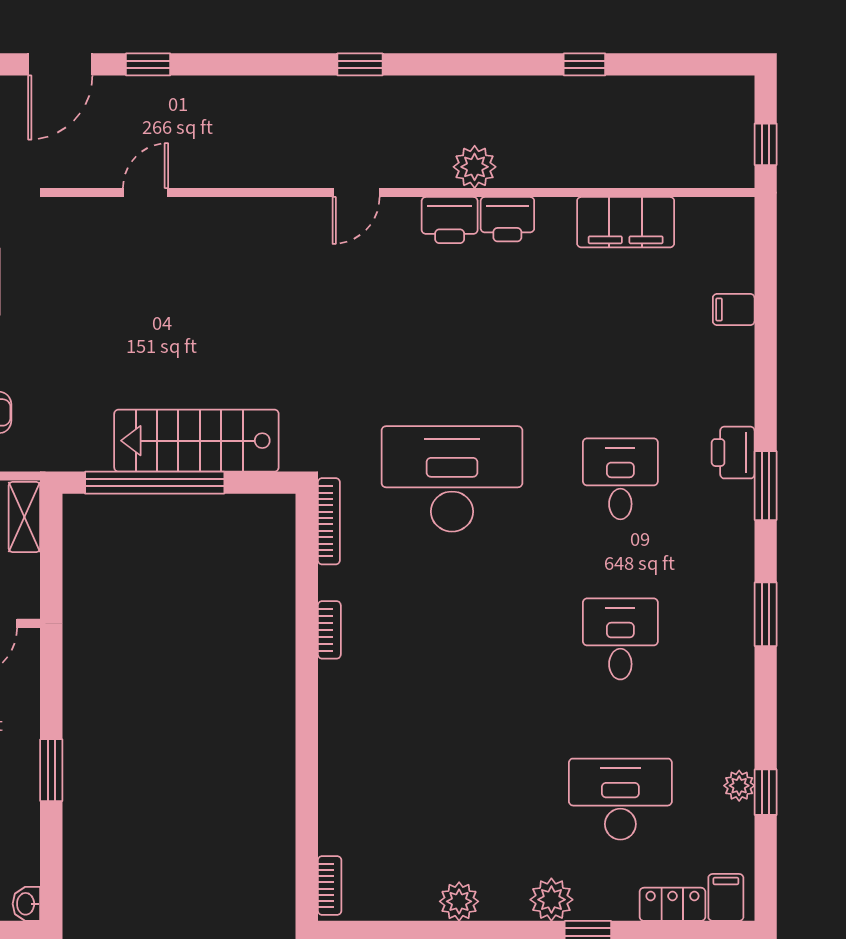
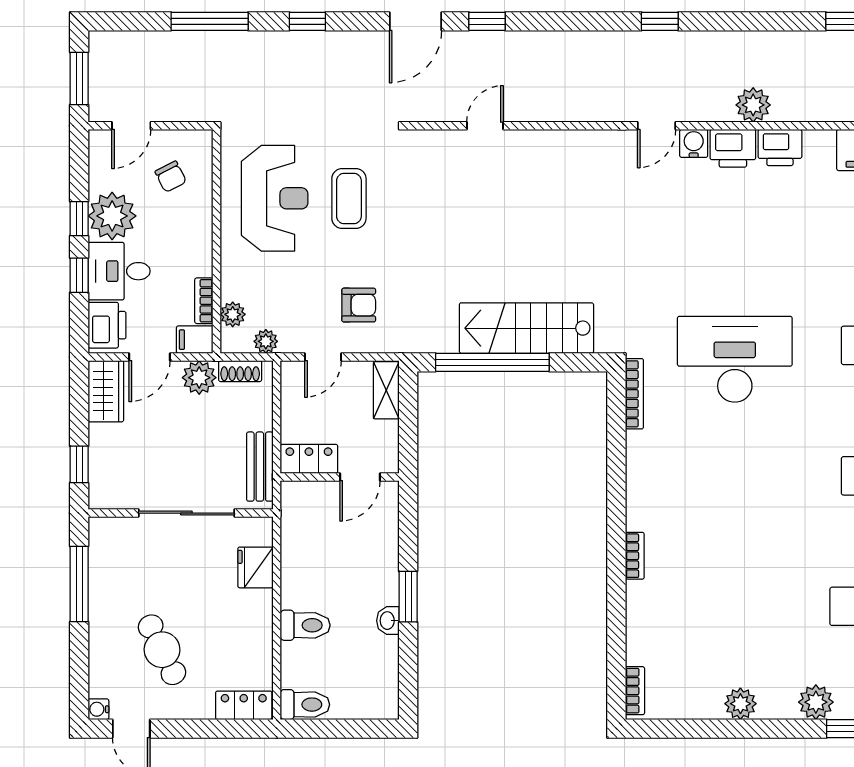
water cooler: (402, 214) -> (694, 143), added
bookcase: (329, 630) -> (635, 556), moved
washbasin: (26, 904) -> (388, 621), moved

